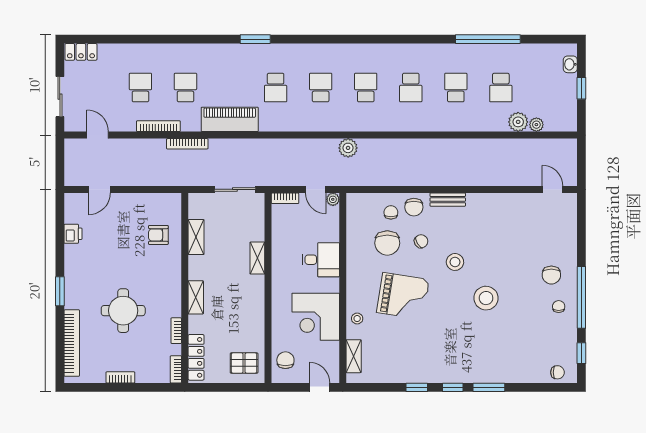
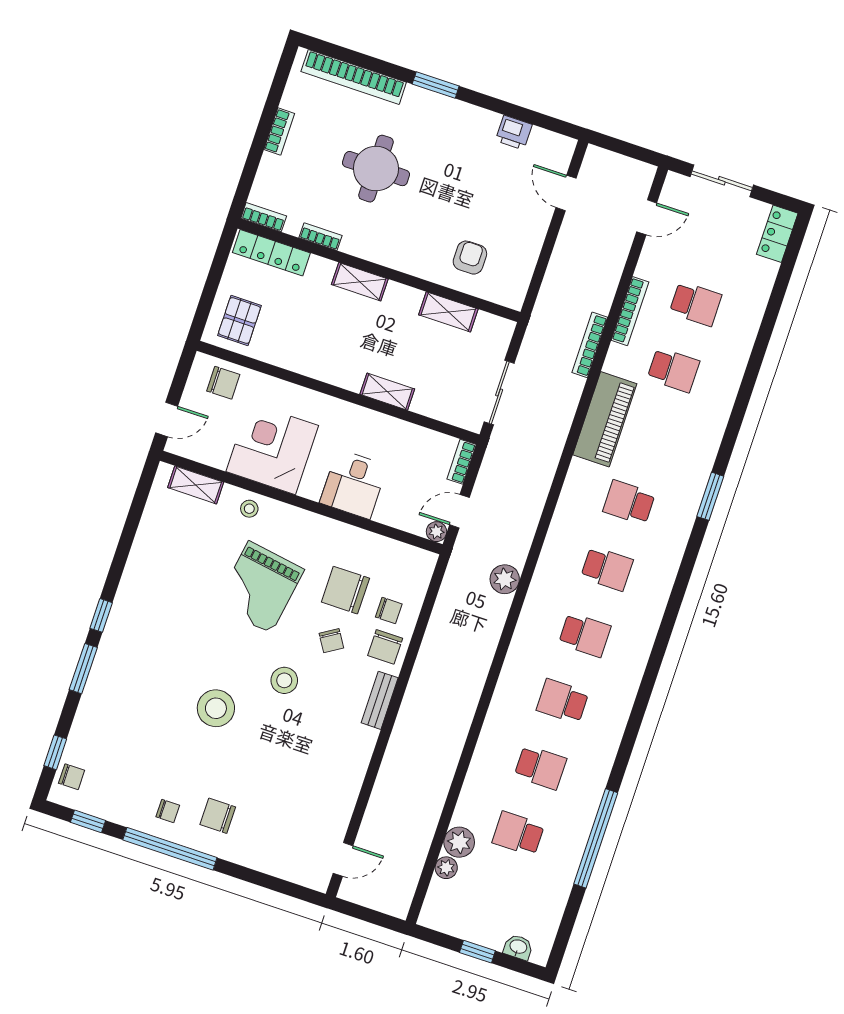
chair: (414, 207) -> (385, 647), turned -90
chair: (557, 372) -> (72, 777), turned -90
window: (417, 387) -> (55, 752), moved

